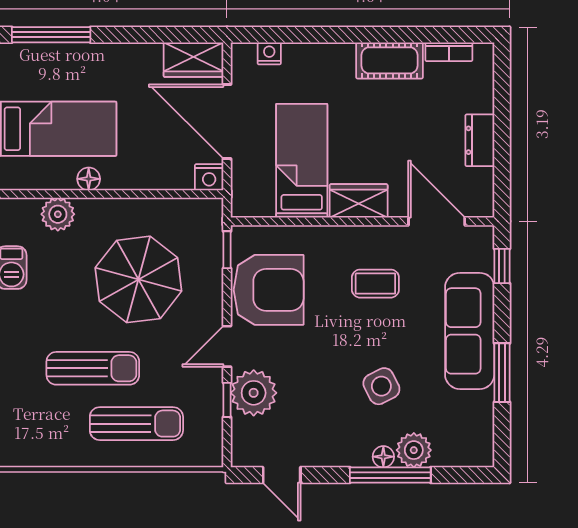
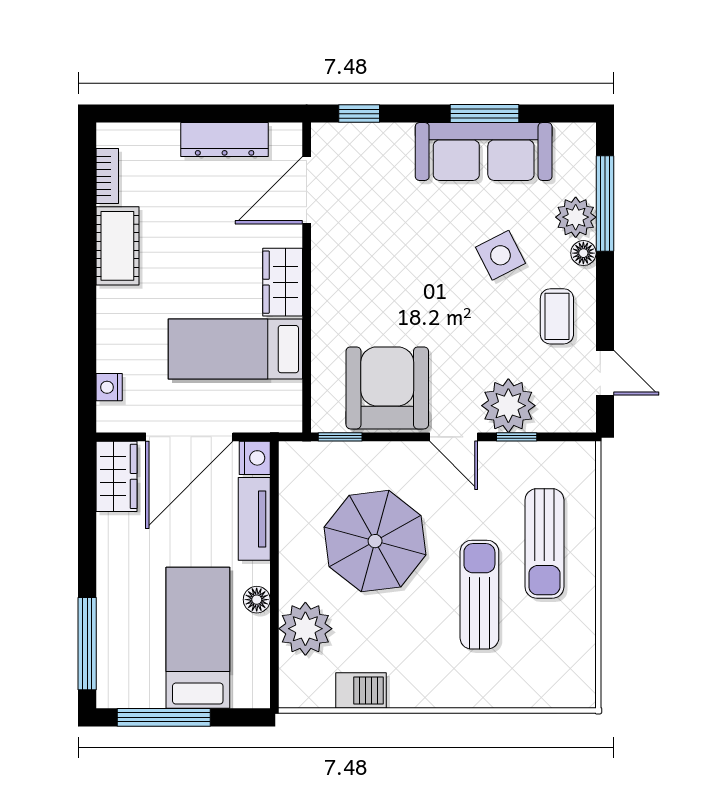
dresser: (480, 140) -> (225, 140), width x1.44
tv unit: (157, 177) -> (254, 519), added
plant: (58, 214) -> (305, 629), width x1.36, depth x1.36
coffee table: (375, 284) -> (557, 316), moved
sofa: (470, 331) -> (484, 152), moved
sun lounger: (136, 424) -> (544, 543), turned 180
door: (282, 475) -> (605, 373), hinge flipped
window: (390, 475) -> (605, 204), moved

